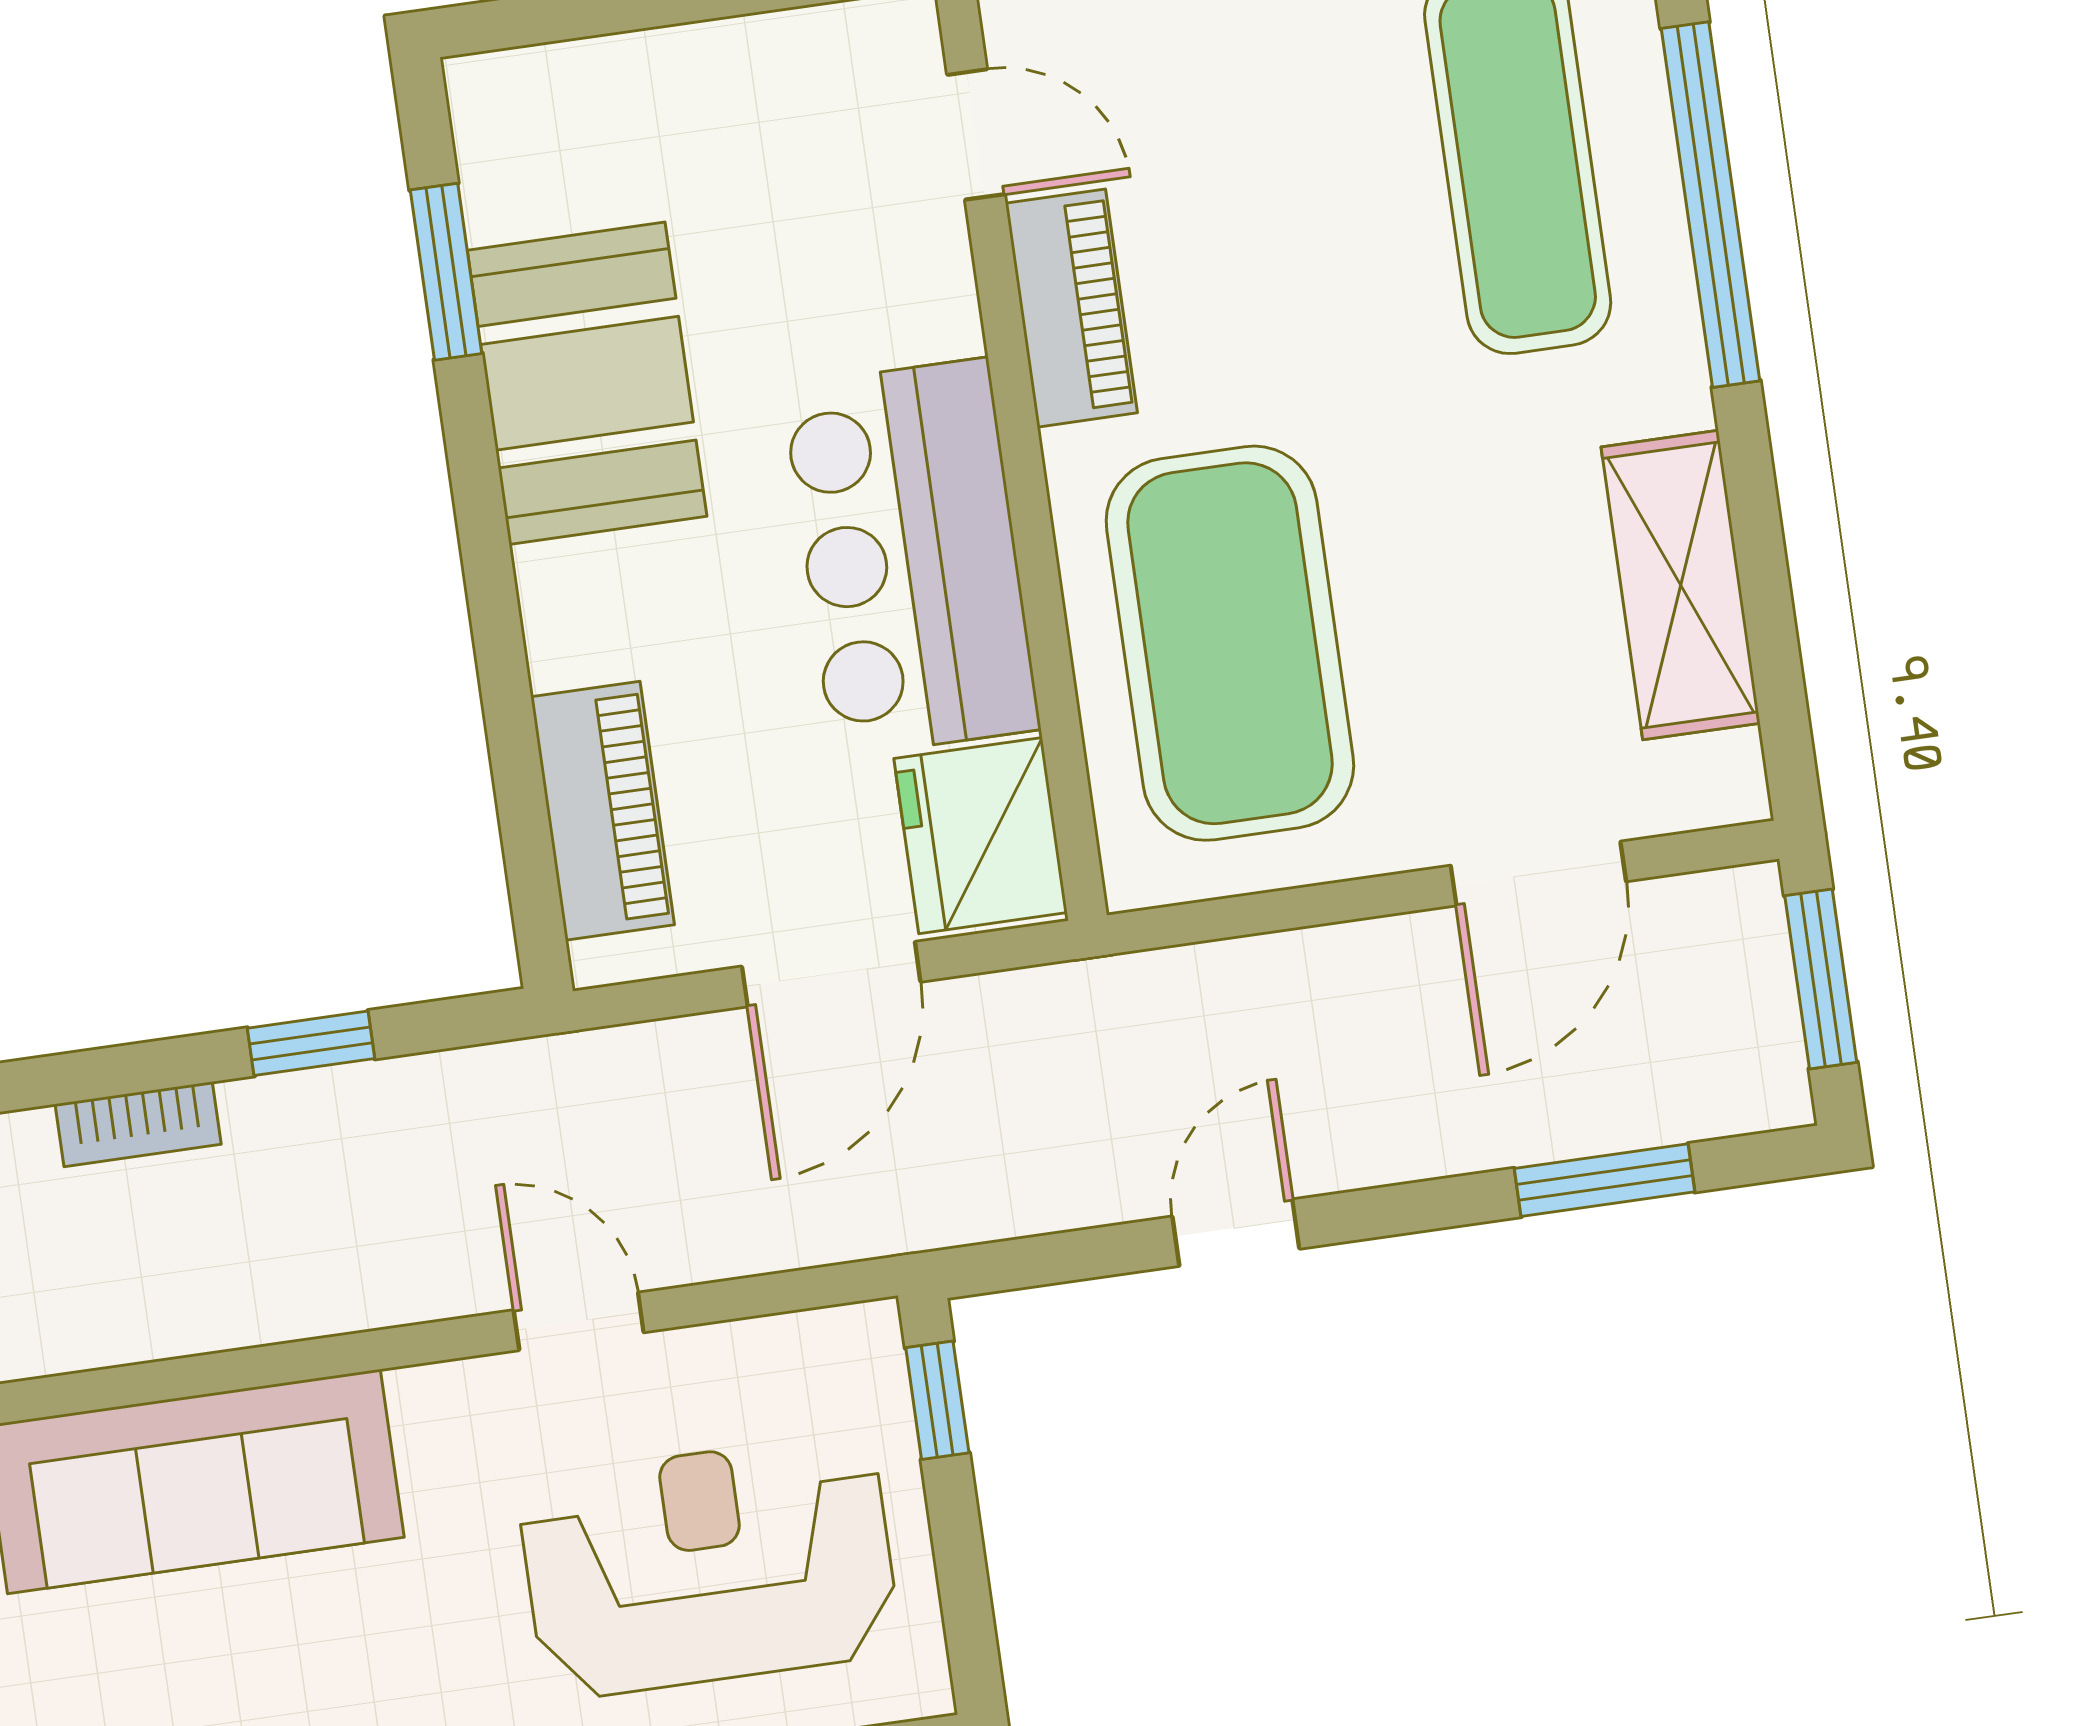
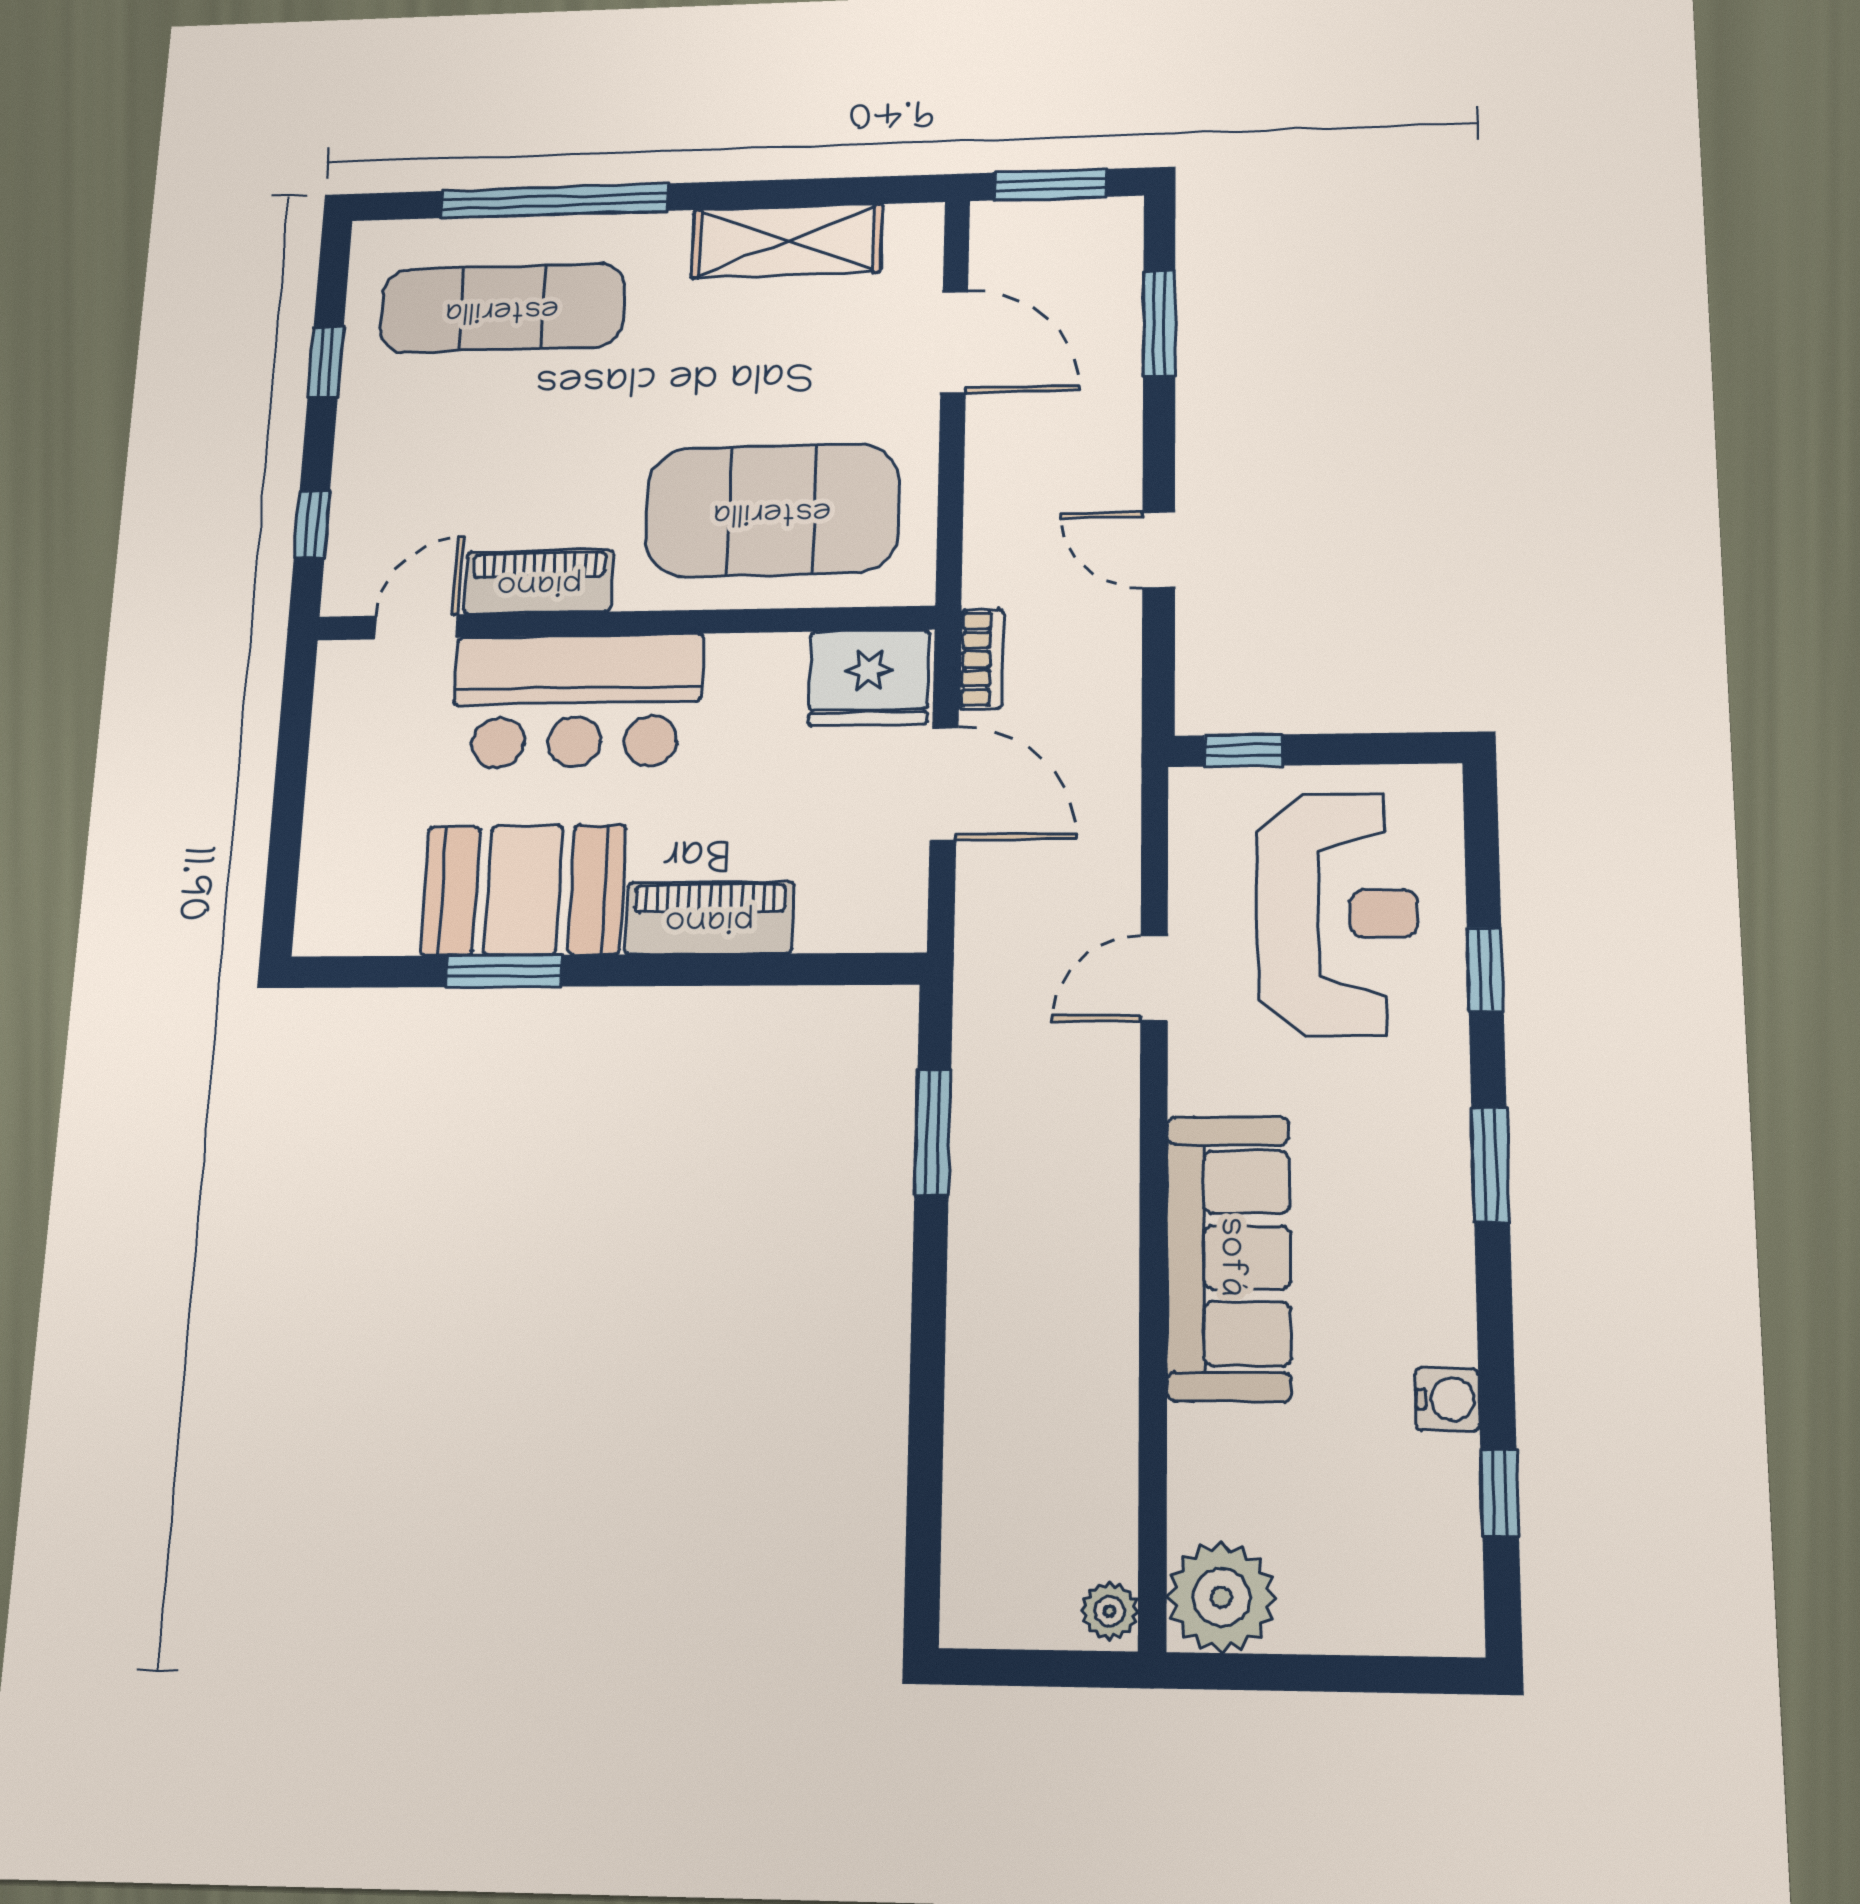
window: (446, 272) -> (503, 971), moved
bar counter: (911, 558) -> (577, 701), moved
piano: (603, 811) -> (709, 918), moved
window: (311, 1043) -> (933, 1133), width x1.50
bookcase: (138, 1124) -> (981, 659), moved
reception desk: (709, 1566) -> (1337, 914), turned 180

